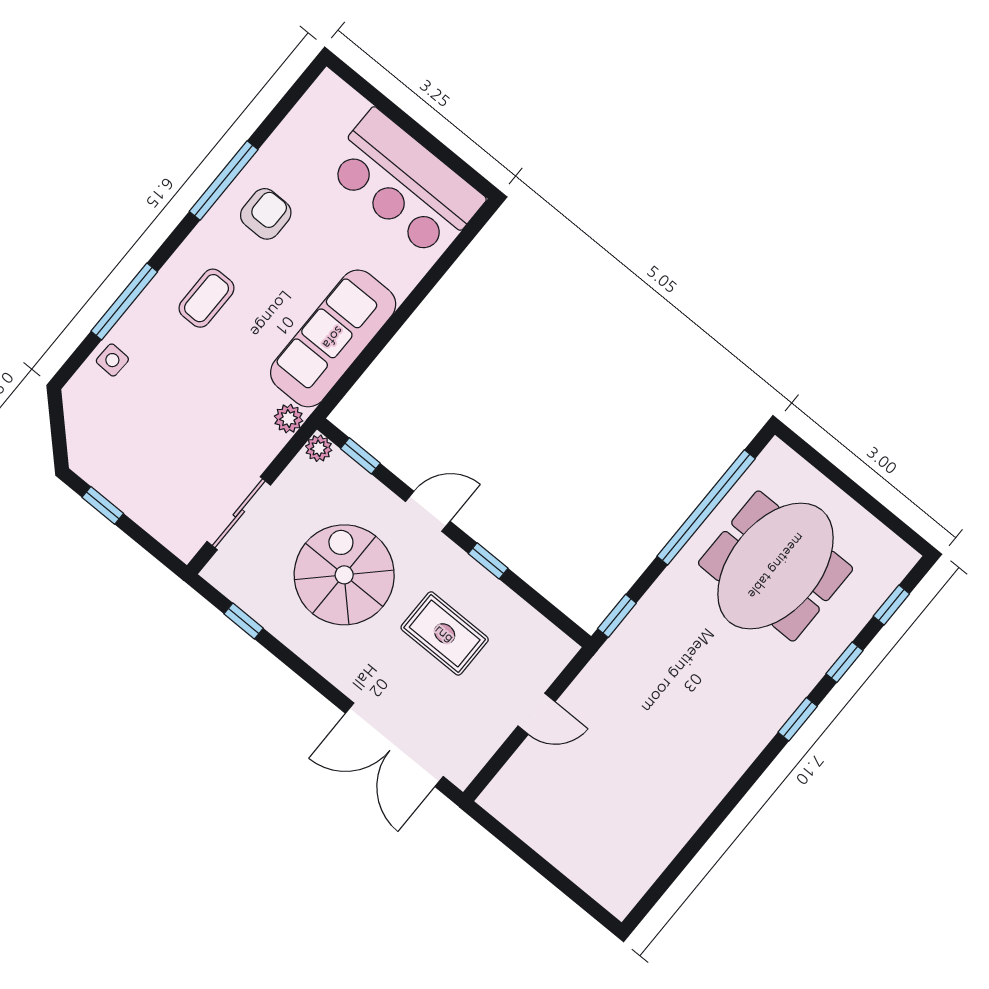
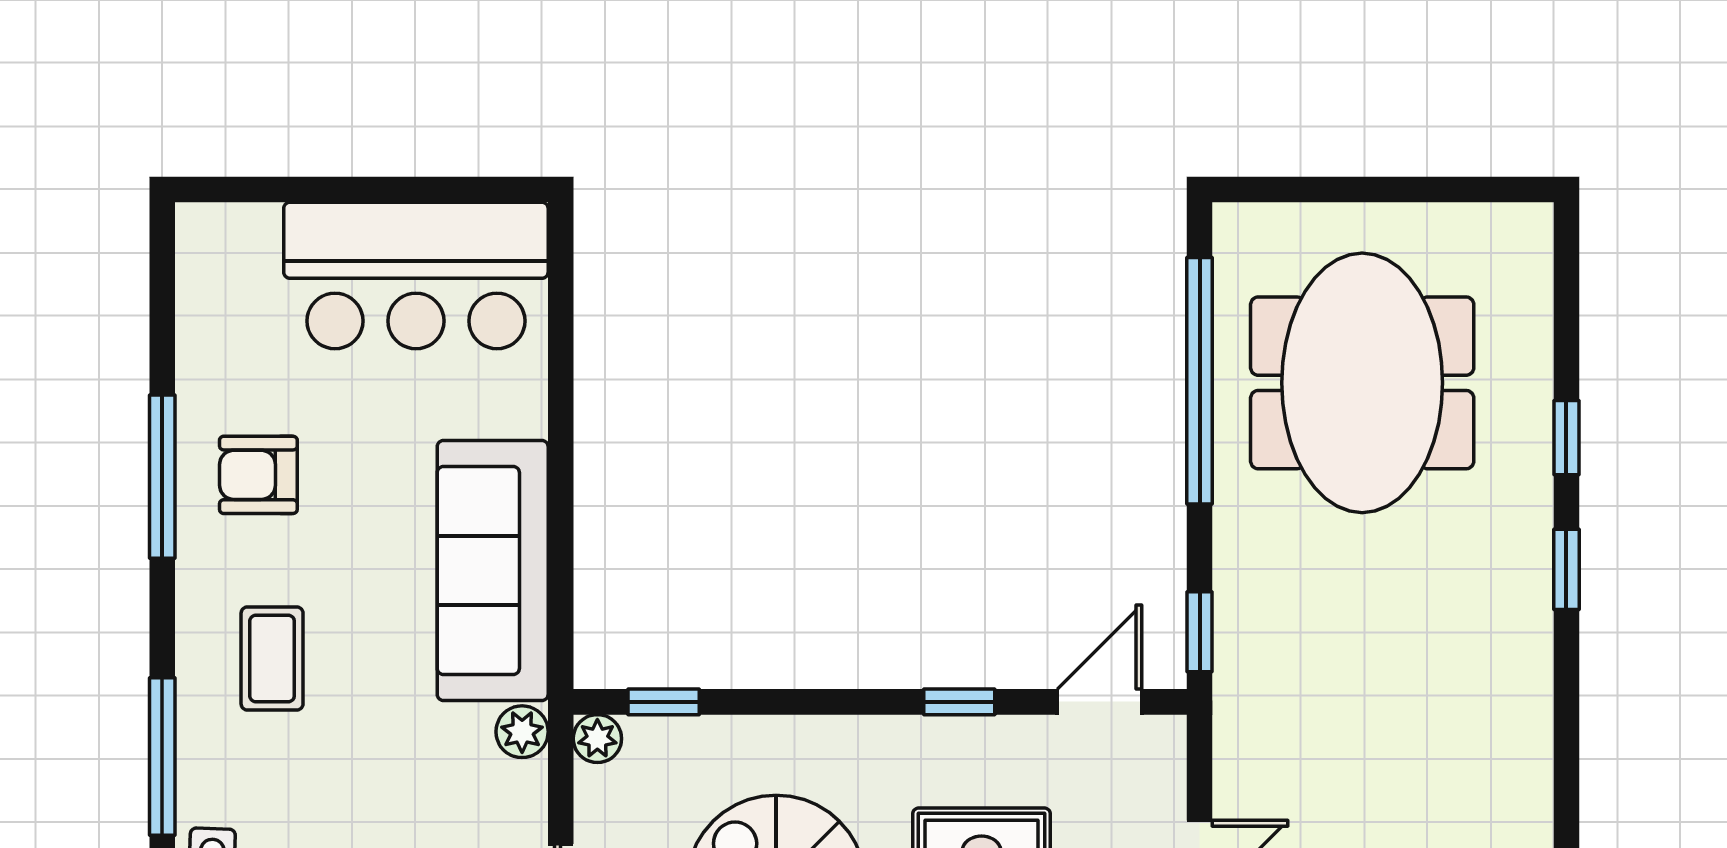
armchair: (266, 214) -> (258, 475), turned -90
door: (428, 511) -> (1100, 702), moved
window: (891, 605) -> (1566, 305), removed

